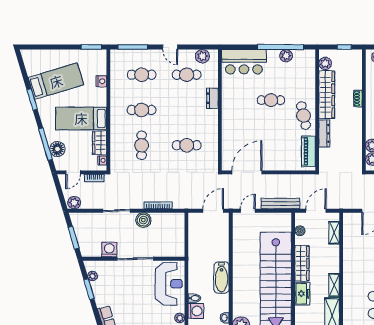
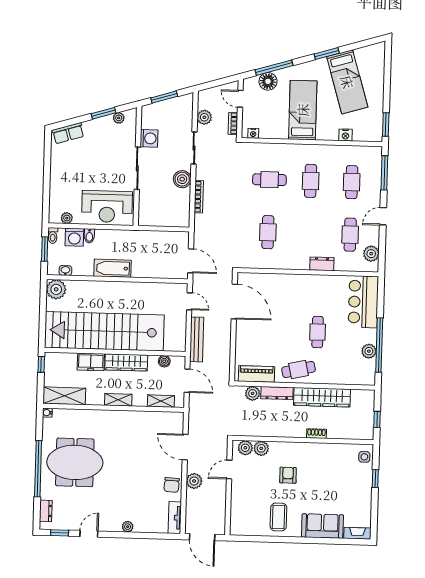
plant: (325, 63) -> (253, 393), moved
wardrobe: (100, 143) -> (274, 131), removed
plant: (74, 203) -> (204, 117), moved
shelving: (334, 285) -> (118, 400), moved

